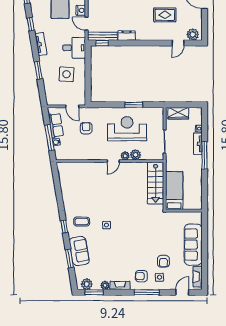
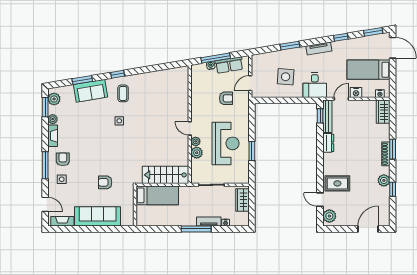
rug: (165, 15) -> (337, 183), moved, turned 90
armchair: (163, 261) -> (105, 182), moved

